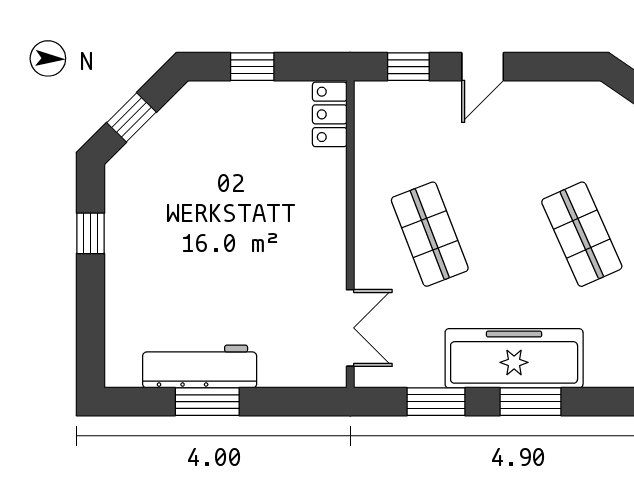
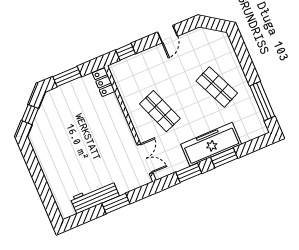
window: (252, 67) -> (67, 77), width x1.50
door: (483, 67) -> (168, 34), moved
window: (91, 233) -> (33, 164), removed
window: (207, 402) -> (116, 204), moved

